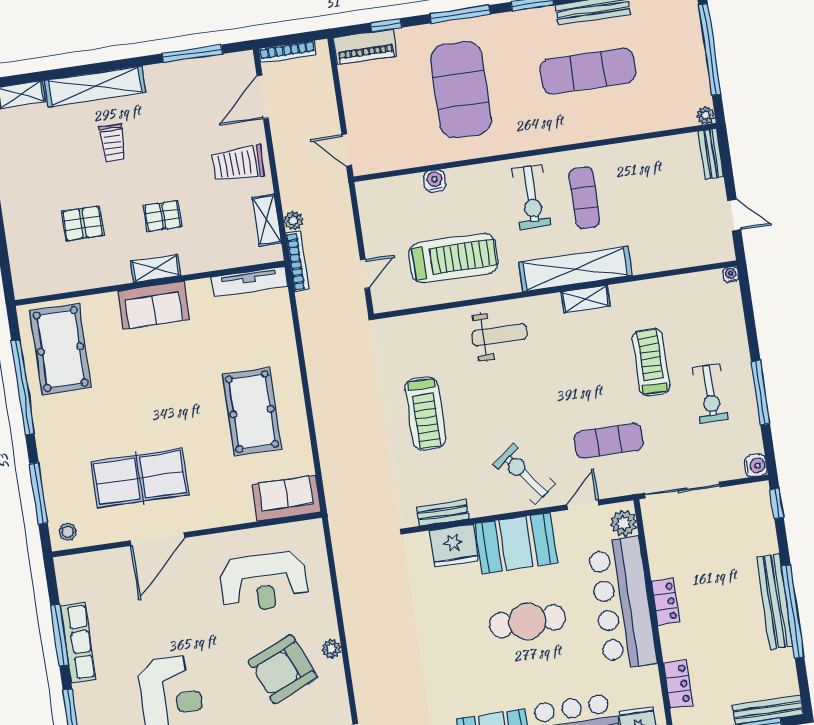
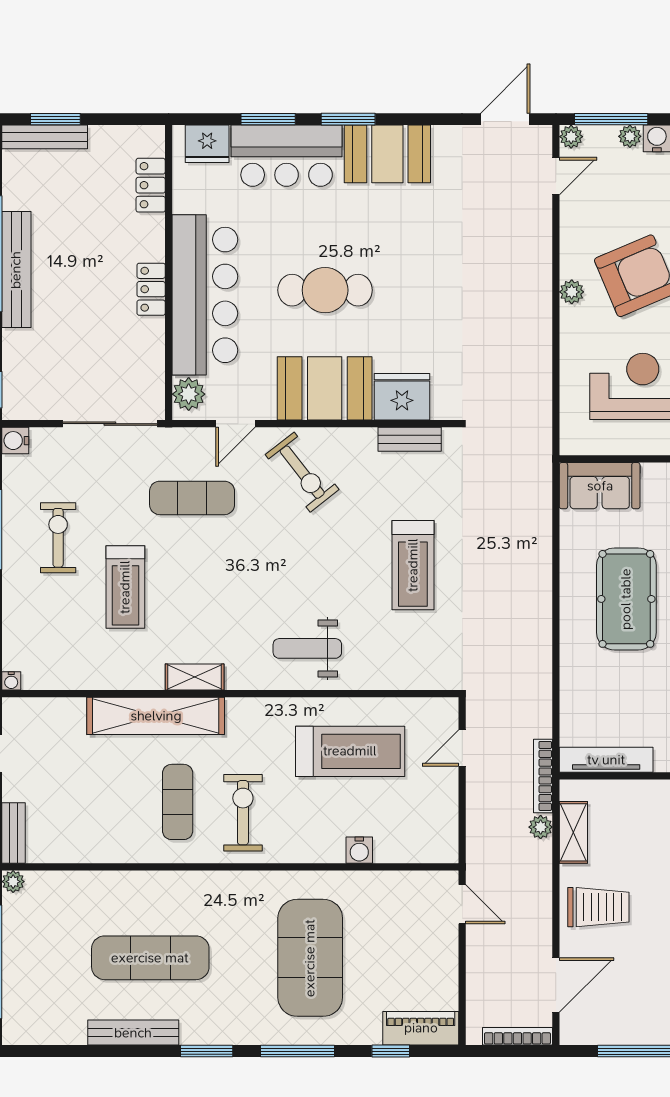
treadmill: (453, 258) -> (350, 751), turned 180
shelving: (575, 269) -> (156, 716), moved
treadmill: (425, 413) -> (413, 565), turned 180

